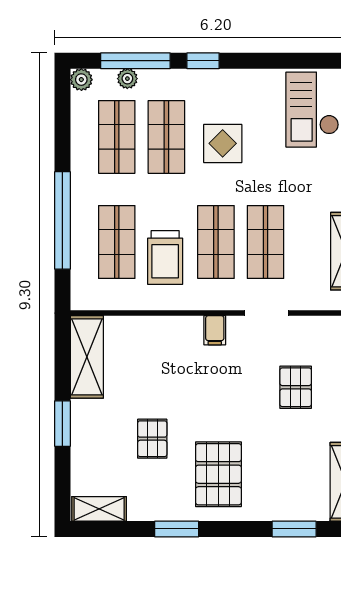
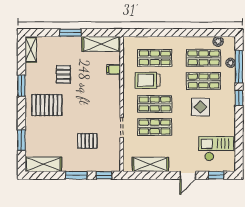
plant: (81, 80) -> (218, 41), moved
window: (62, 220) -> (165, 33), removed
filing cabinet: (215, 330) -> (114, 70), moved
pallet: (152, 439) -> (63, 74), turned 90

